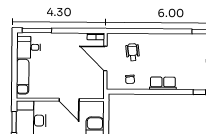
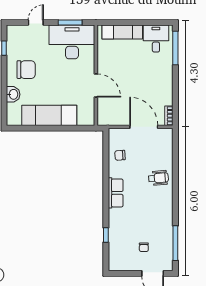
wheelchair: (133, 52) -> (158, 178), moved
door: (105, 58) -> (144, 127), hinge flipped
door: (69, 100) -> (96, 86), swing flipped

